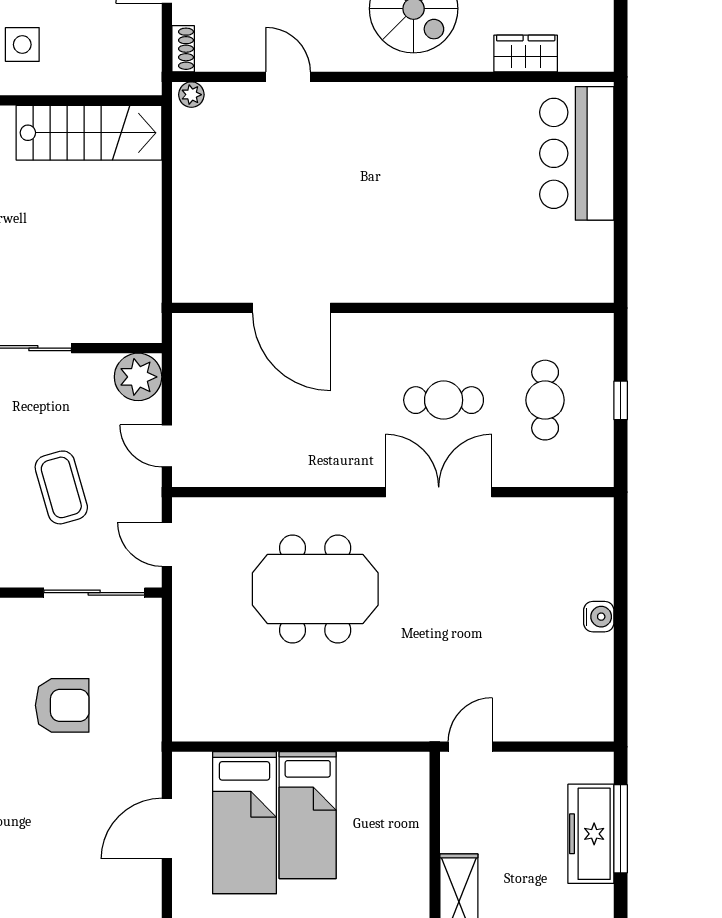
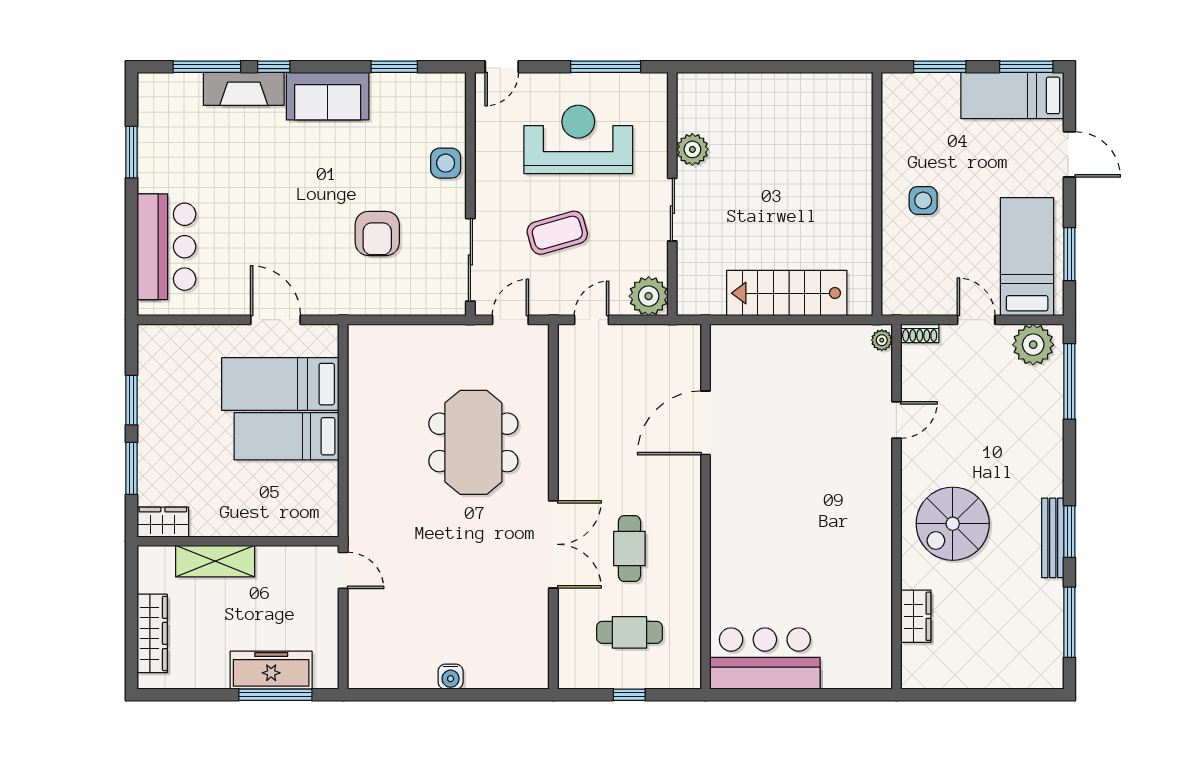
stairs: (89, 133) -> (787, 293), moved, turned 90
bar counter: (577, 153) -> (765, 659), moved

